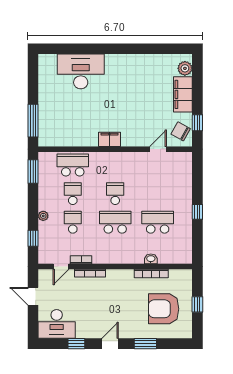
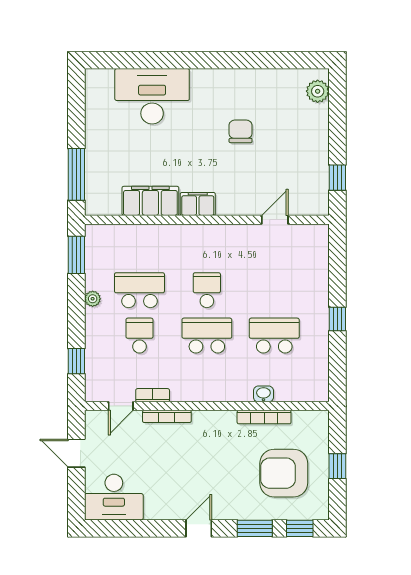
filing cabinet: (183, 94) -> (150, 201), moved, turned 90
chair: (181, 131) -> (241, 131), moved, turned 61
school desk: (73, 165) -> (139, 245), removed
school desk: (73, 194) -> (139, 290), width x1.85
plant: (43, 216) -> (93, 299), moved
window: (76, 344) -> (300, 528), moved

